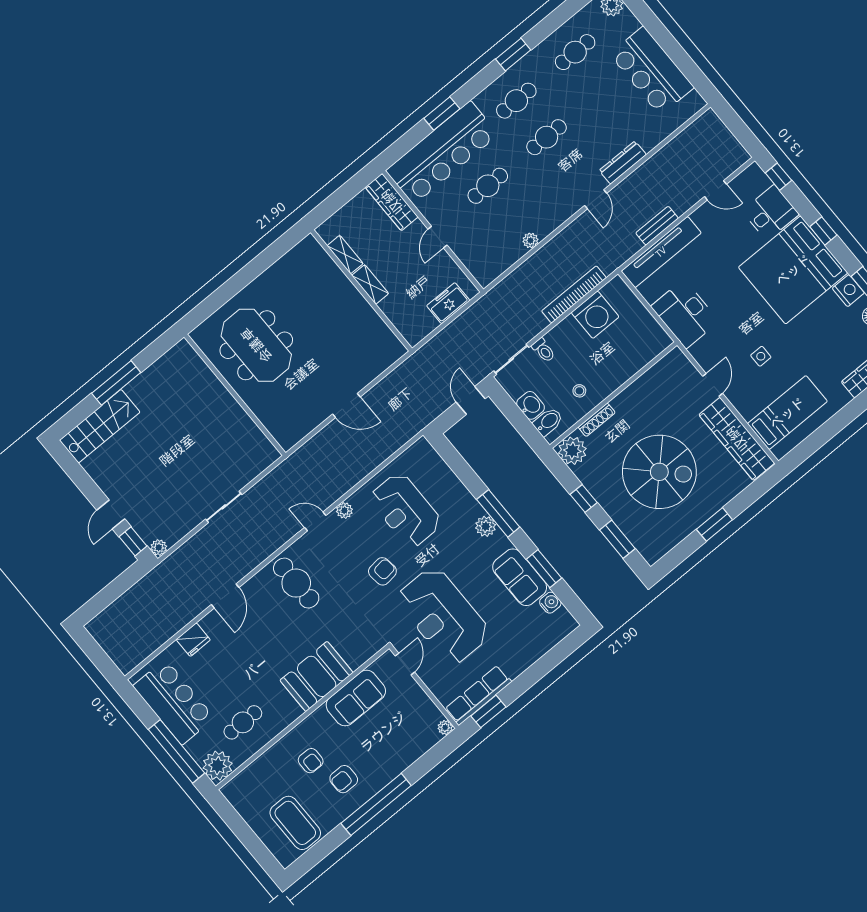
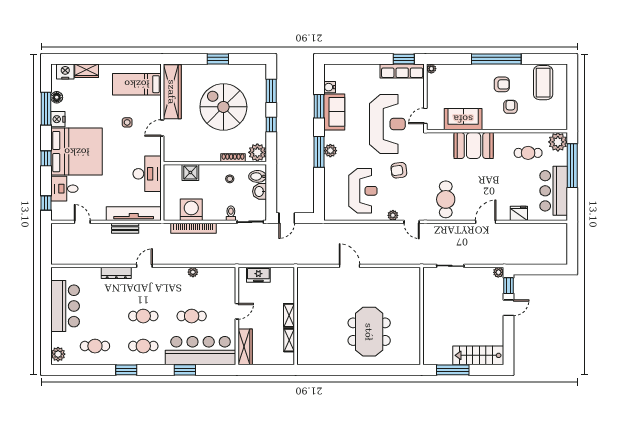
shower: (634, 359) -> (190, 172), added
wall: (235, 395) -> (422, 316), moved

